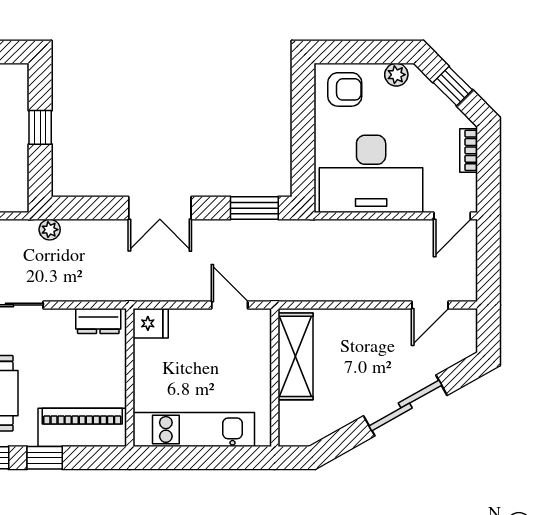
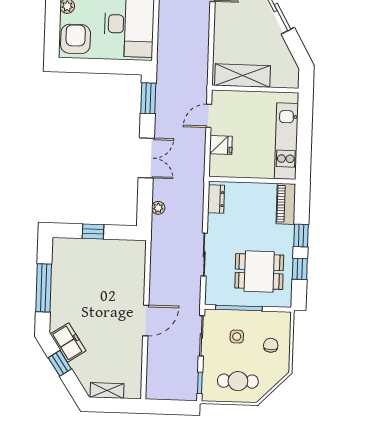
armchair: (345, 89) -> (75, 39), width x1.38, depth x1.38
plant: (50, 230) -> (158, 208), moved
fridge: (151, 323) -> (221, 145), moved, turned 90
piano: (82, 427) -> (286, 204), width x0.73, depth x0.75

